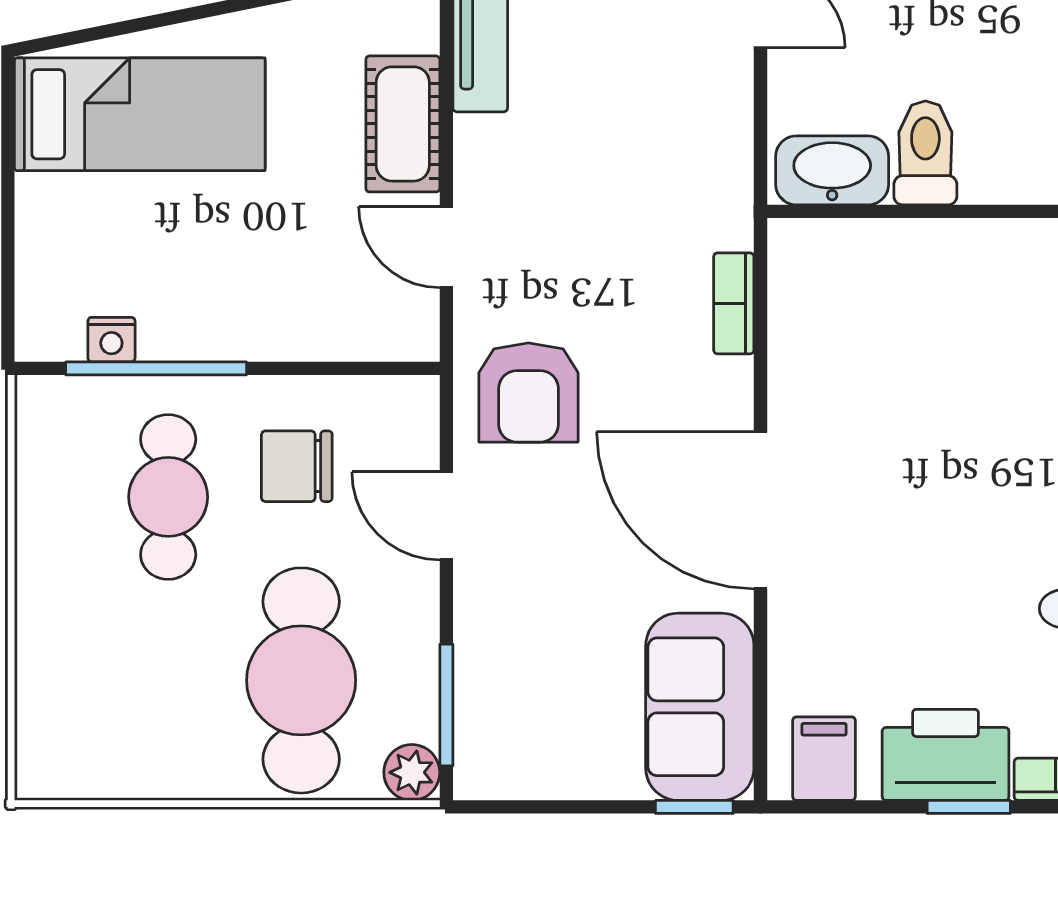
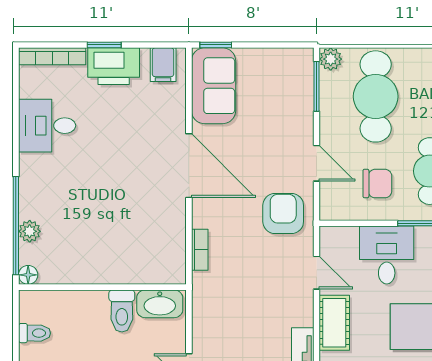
desk: (274, 290) -> (387, 255), added

